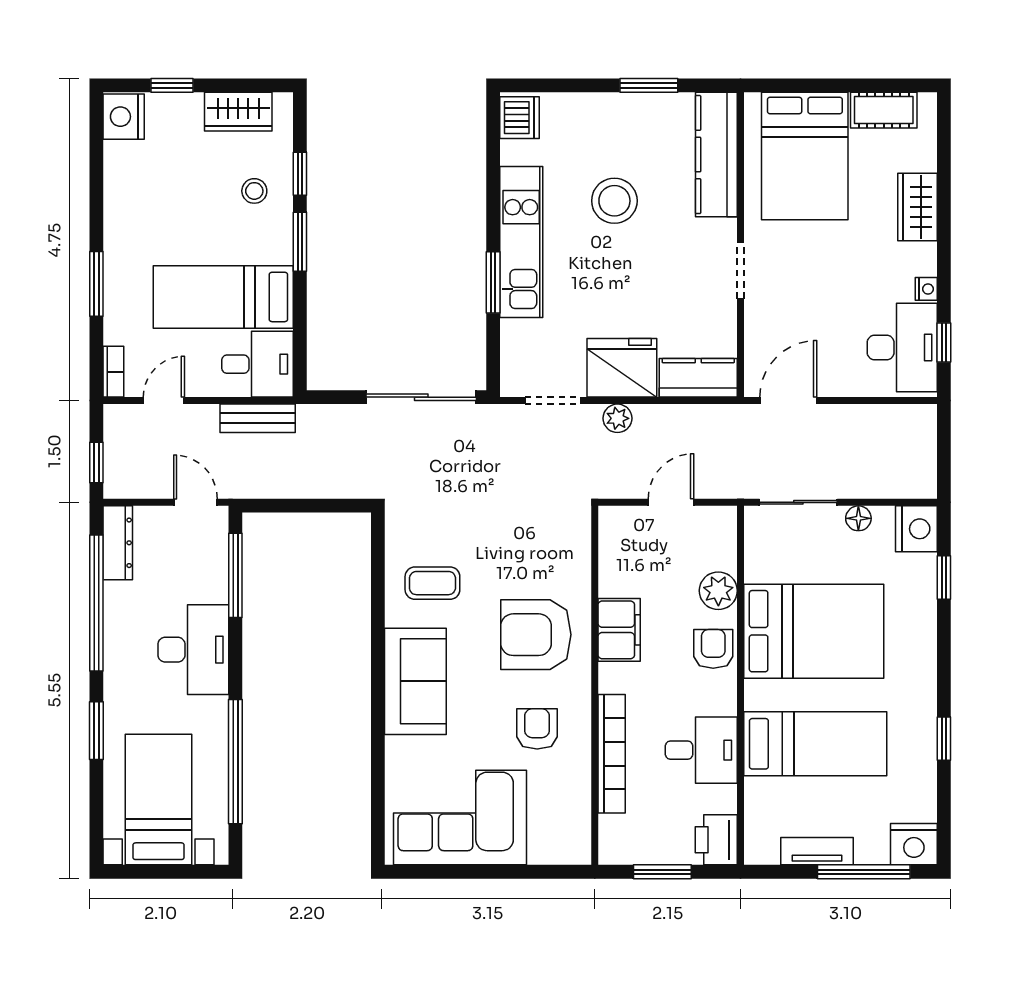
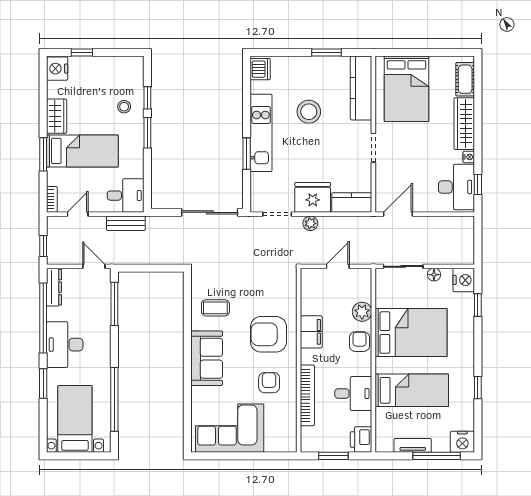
cot: (884, 110) -> (465, 79), moved, turned 90
wardrobe: (238, 112) -> (57, 116), moved, turned -90
wardrobe: (917, 207) -> (464, 124), width x1.50
bed: (223, 297) -> (82, 151), moved, turned 180
desk: (193, 650) -> (65, 345), moved, turned 180

